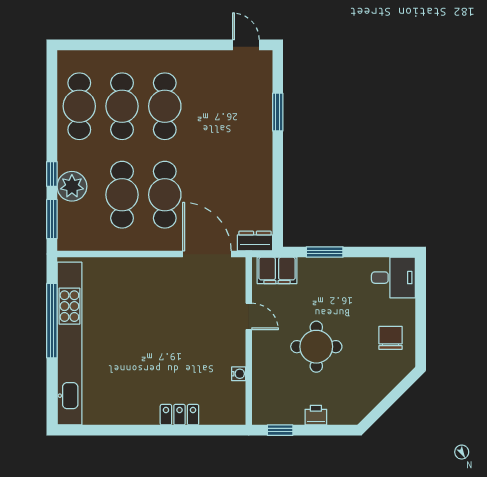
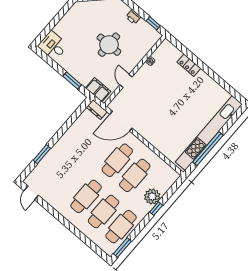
window: (52, 219) -> (122, 248), moved
door: (207, 254) -> (121, 121), hinge flipped
chair: (390, 338) -> (75, 22), removed

